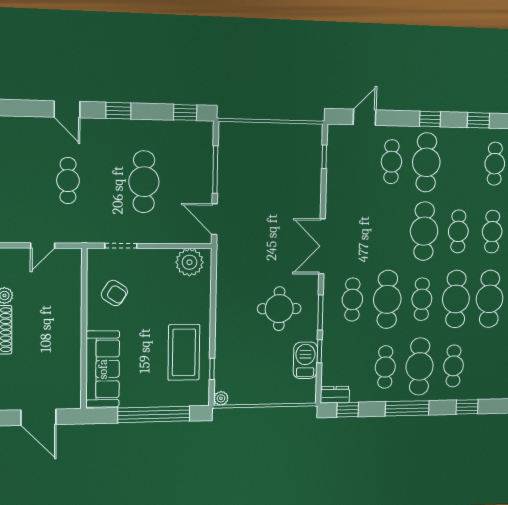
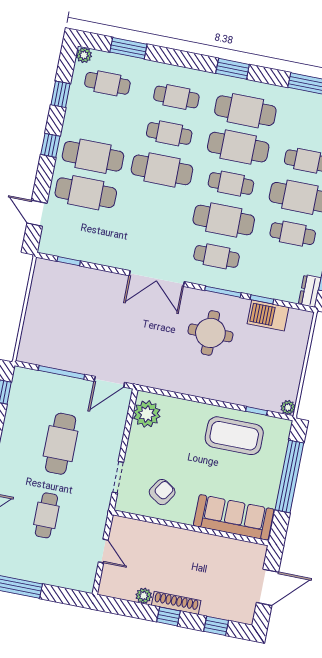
cafe table: (391, 162) -> (86, 193), width x1.37, depth x1.35
cafe table: (68, 181) -> (46, 515), turned 90
cafe table: (144, 182) -> (61, 444), turned 90

